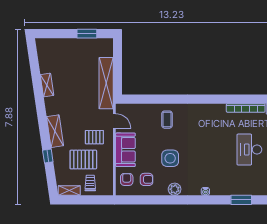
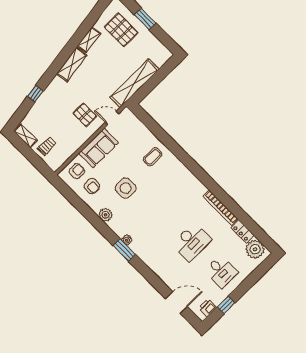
window: (87, 34) -> (145, 19), moved
door: (114, 121) -> (112, 118), swing flipped
shelving: (55, 131) -> (72, 64), moved
desk: (249, 150) -> (192, 242), turned 180
pallet: (83, 160) -> (121, 30), moved
window: (241, 200) -> (124, 250), moved

